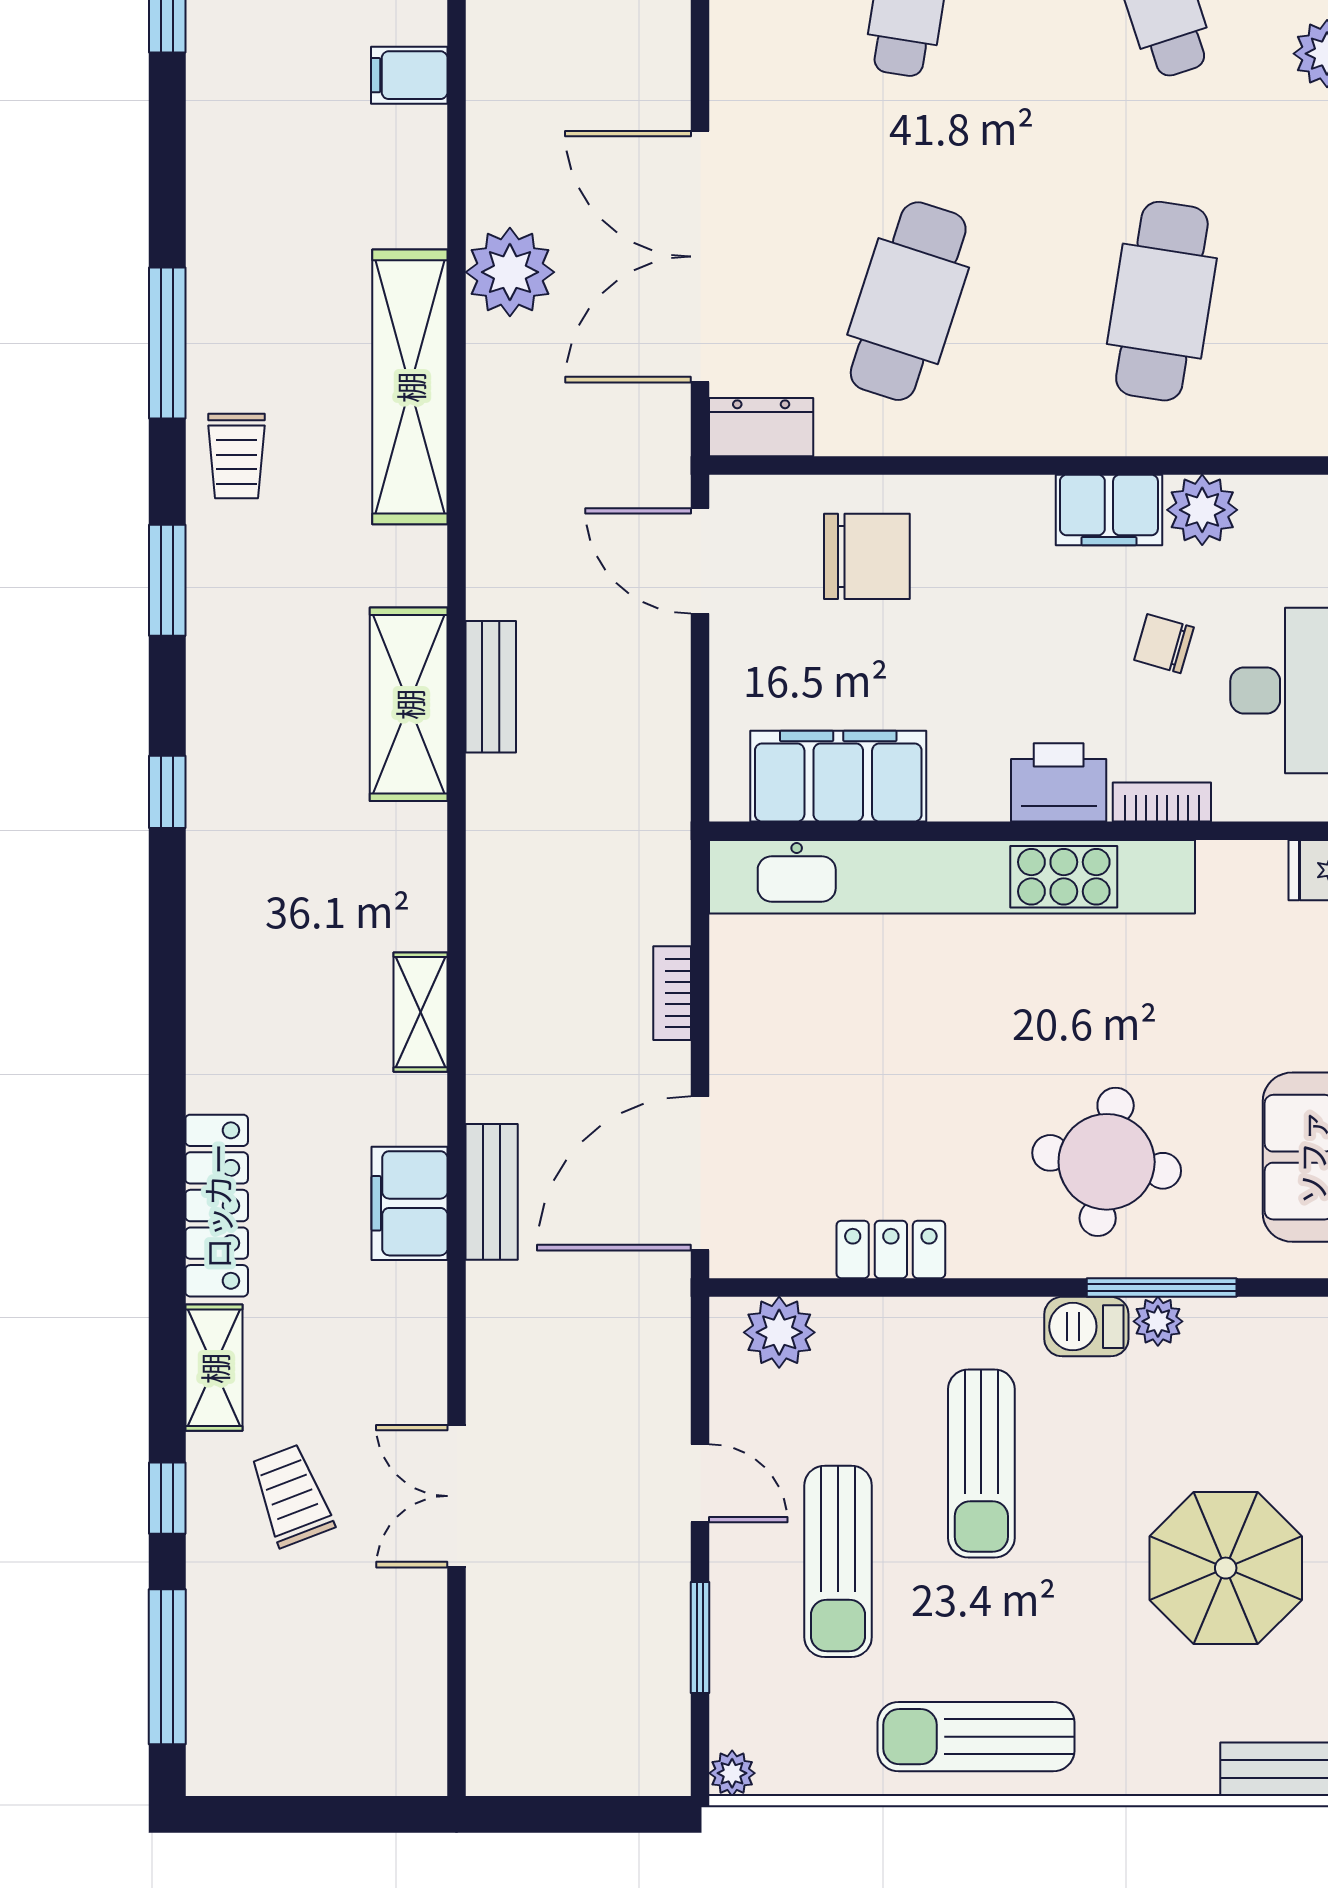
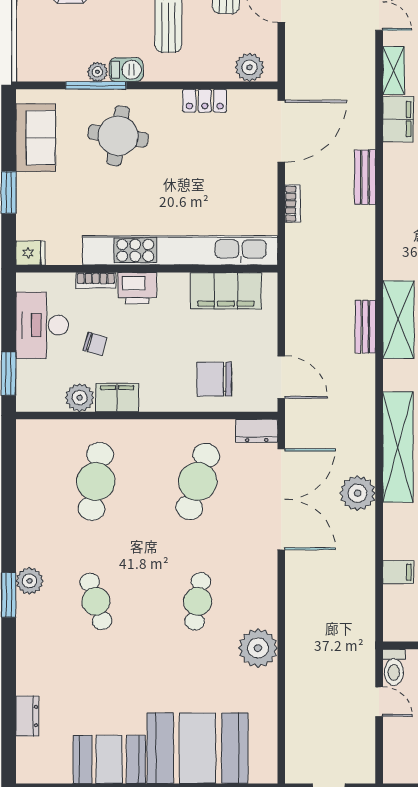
shelving: (420, 1012) -> (394, 70), moved
bench: (492, 1192) -> (365, 177), moved

